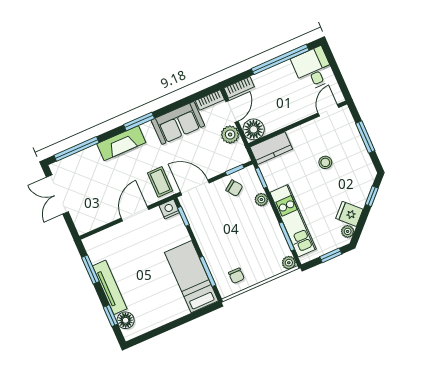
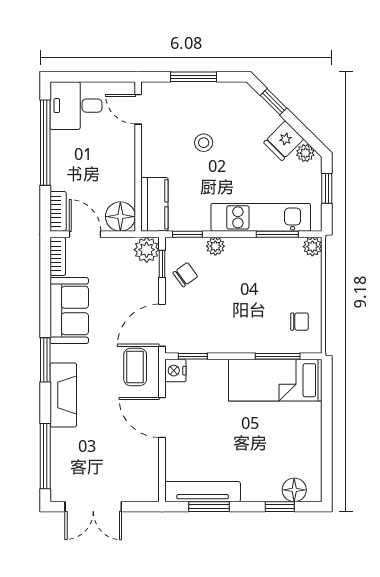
plant: (230, 135) -> (147, 250), moved
coffee table: (160, 182) -> (135, 367), turned 90
tv unit: (110, 287) -> (203, 492), moved

